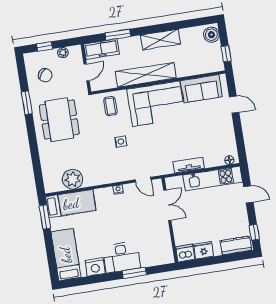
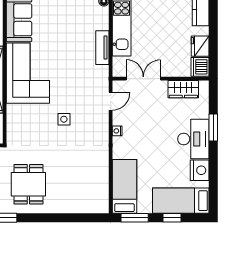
coffee table: (110, 106) -> (22, 125), removed
dining table: (59, 120) -> (28, 184), width x0.73
plant: (73, 179) -> (97, 180), removed
wardrobe: (164, 241) -> (183, 89), added
window: (50, 249) -> (172, 218), added

